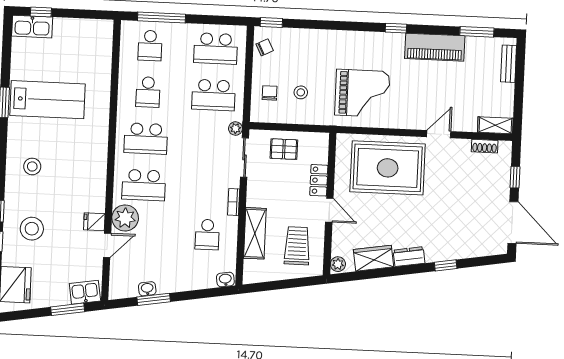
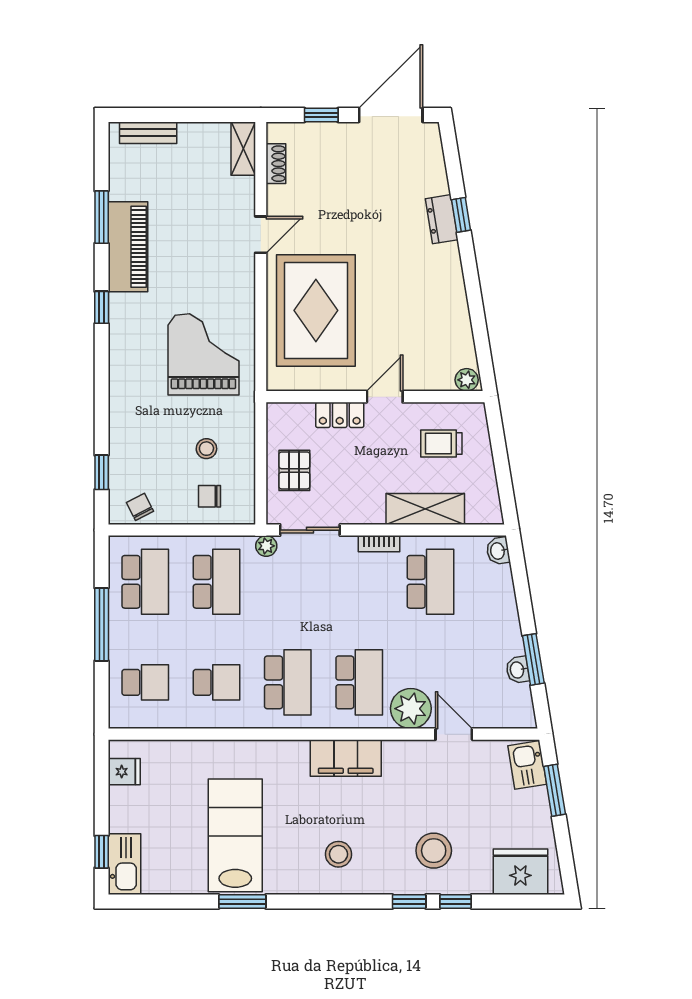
window: (162, 17) -> (102, 624), moved
window: (271, 22) -> (102, 472), moved
window: (477, 32) -> (102, 217), moved
door: (439, 134) -> (261, 235), swing flipped
filing cabinet: (95, 174) -> (346, 758), added
fridge: (94, 222) -> (124, 772), moved, turned -90
school desk: (207, 235) -> (430, 582), width x1.85
trolley: (297, 246) -> (441, 444), width x0.73, depth x0.72
dresser: (409, 257) -> (442, 219), moved
wardrobe: (374, 258) -> (455, 326), removed

